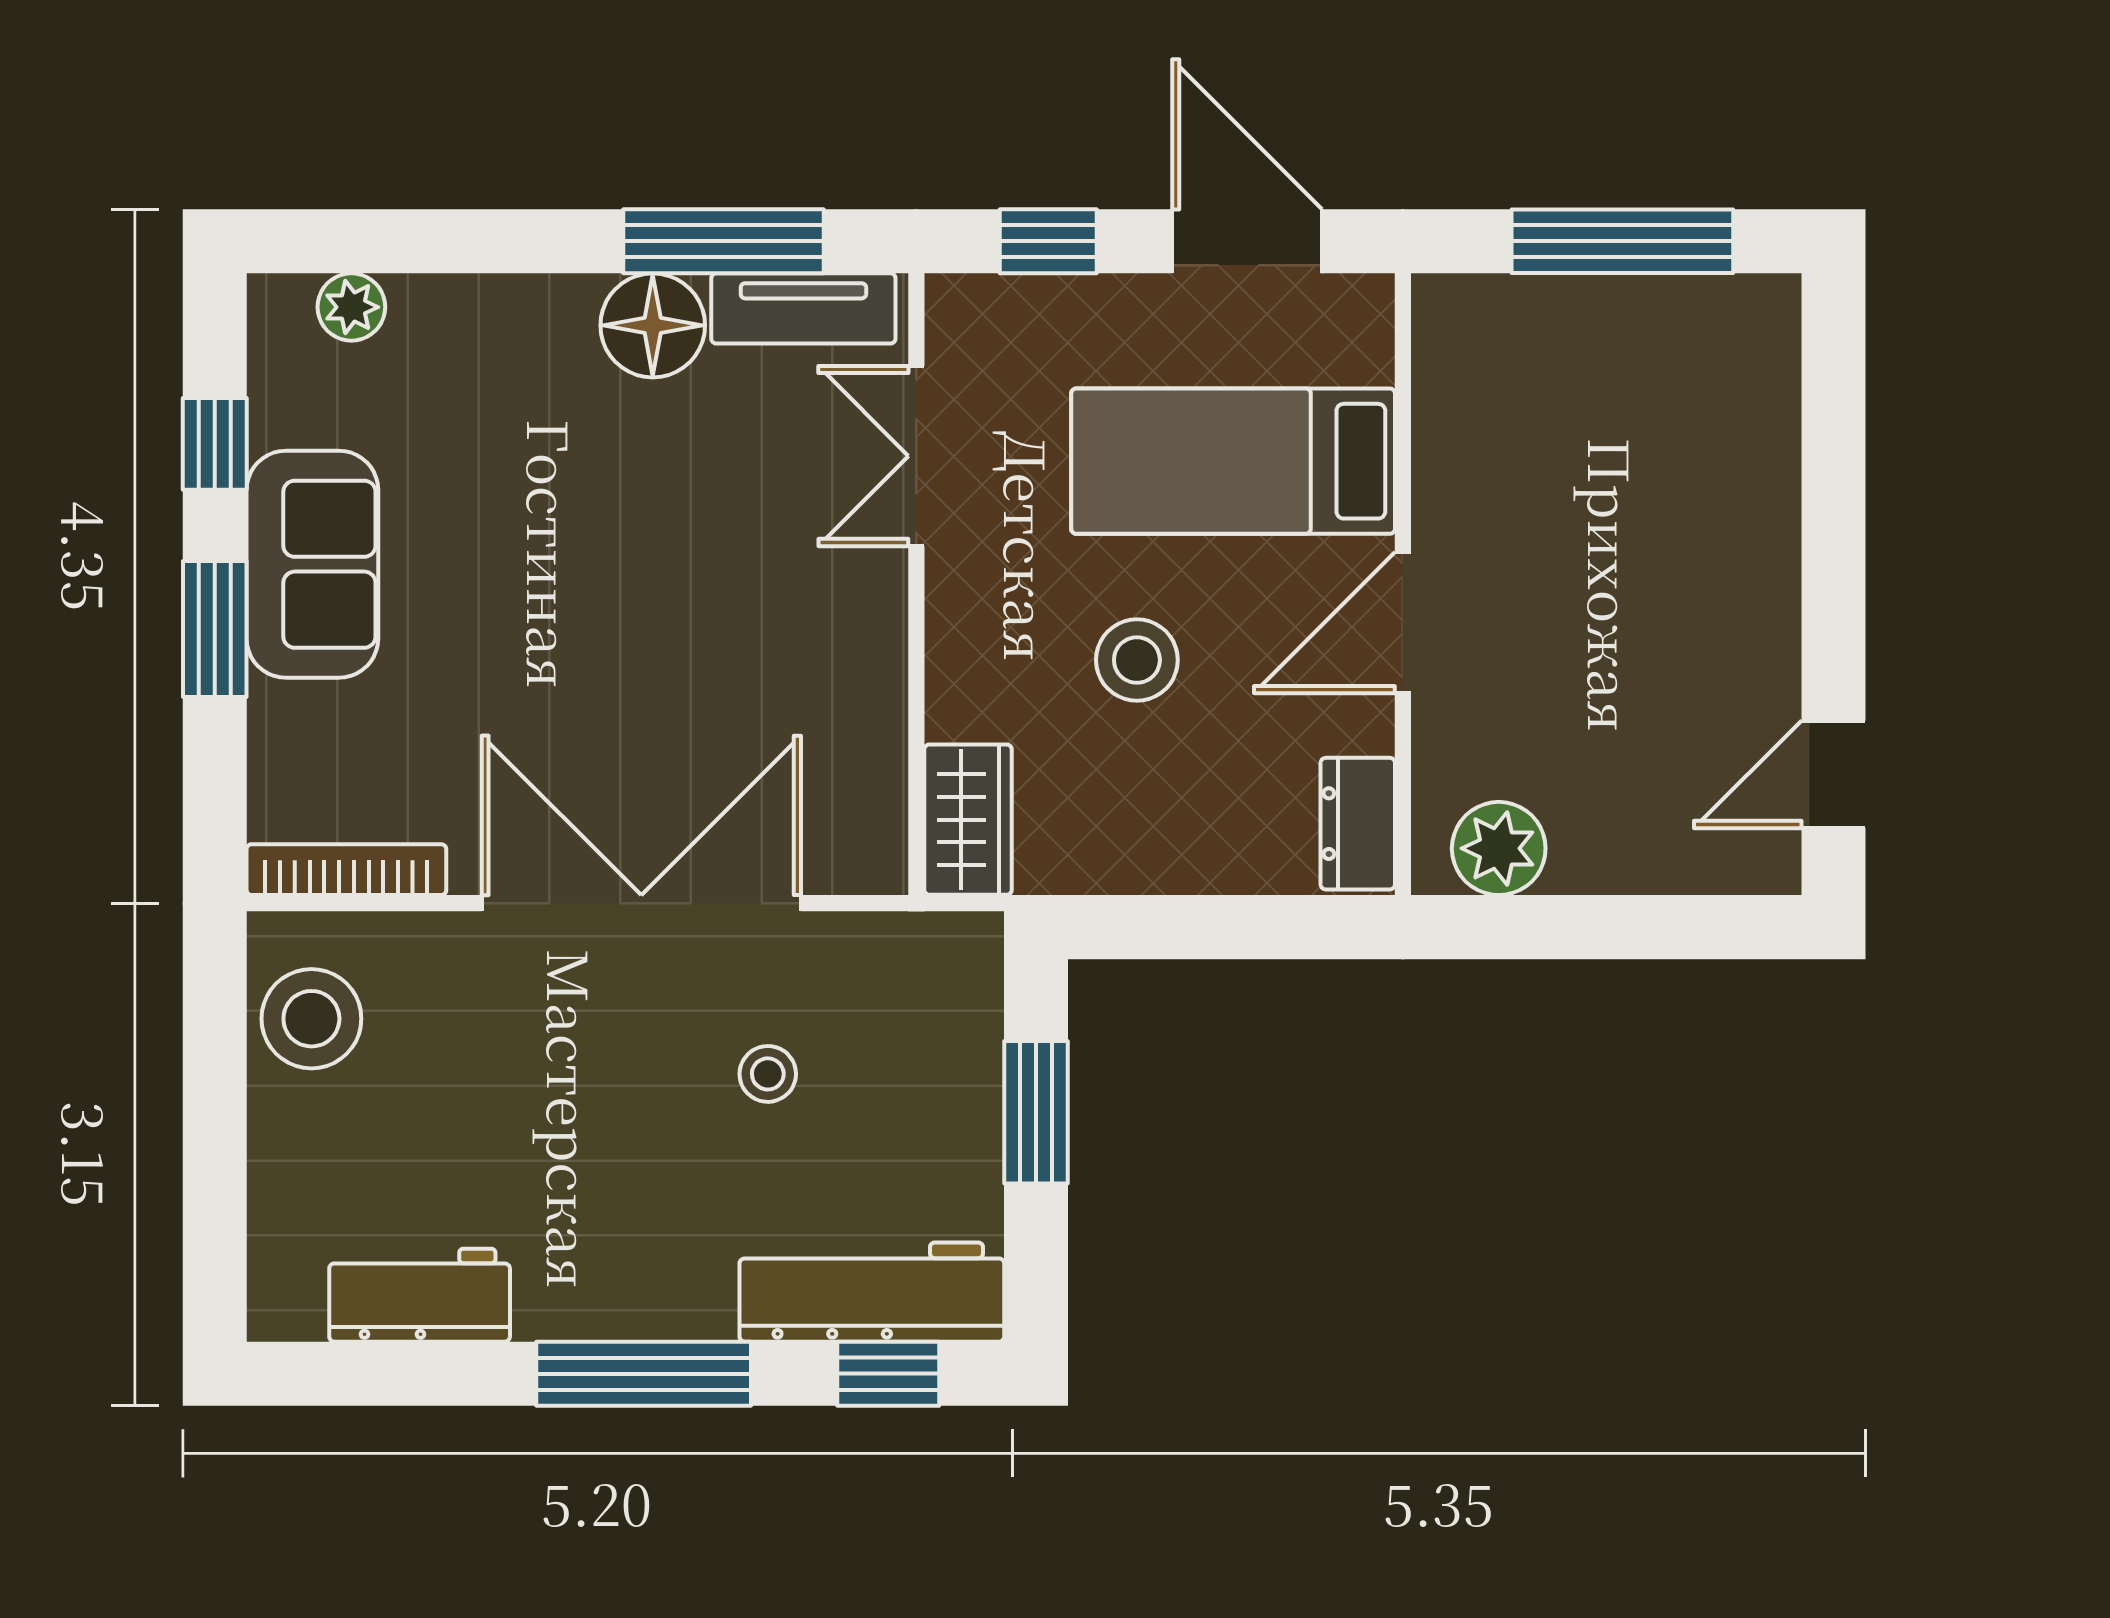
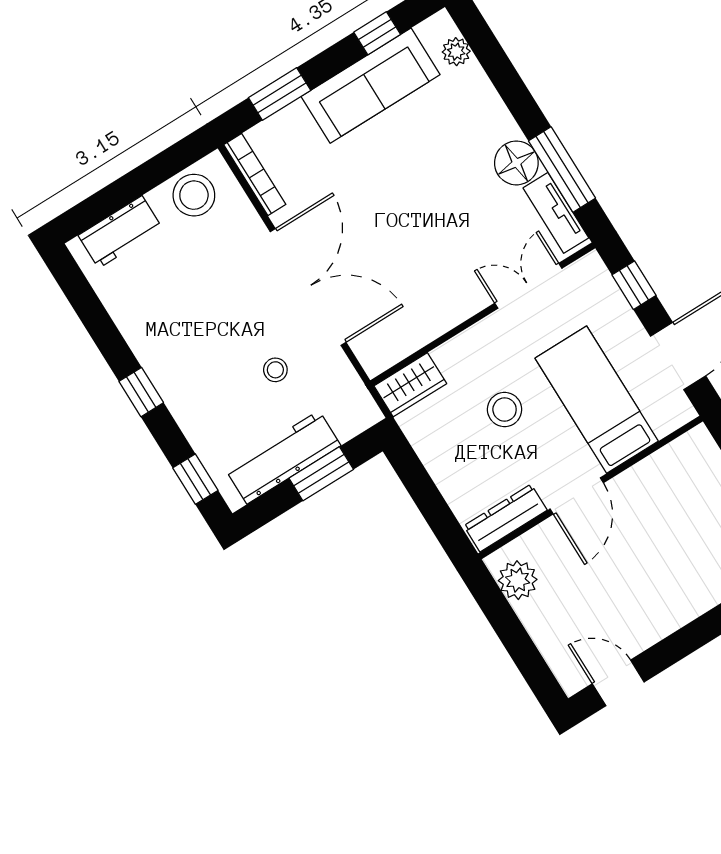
sofa: (312, 564) -> (371, 86), width x1.36
door: (1403, 623) -> (577, 496), swing flipped
window: (215, 629) -> (280, 94), moved
dresser: (1358, 824) -> (506, 518), width x1.44
workbench: (872, 1292) -> (283, 457), moved, turned -90
workbench: (420, 1295) -> (120, 232), moved, turned 90
window: (644, 1374) -> (141, 392), width x0.46

